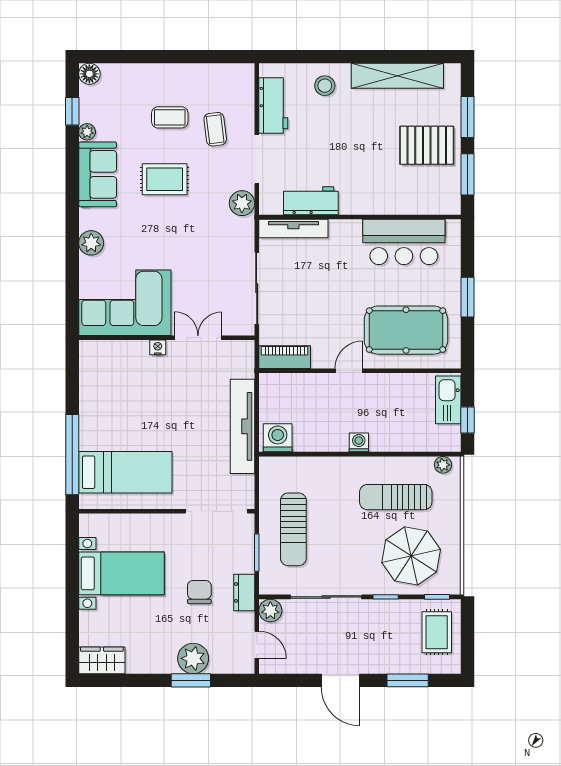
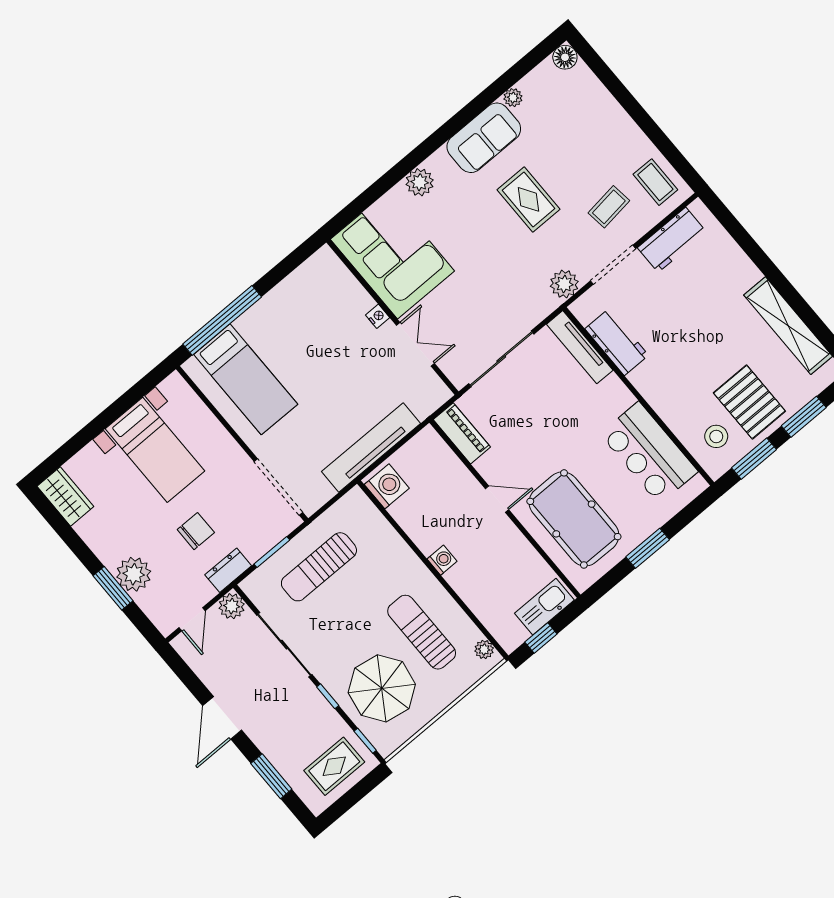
stool: (325, 86) -> (716, 436), moved
window: (72, 111) -> (520, 70), removed
coffee table: (170, 117) -> (655, 182), moved

